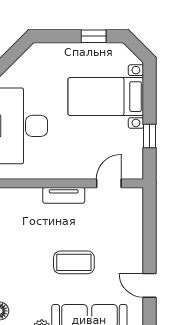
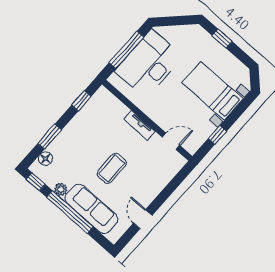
window: (94, 36) -> (222, 39), moved
coffee table: (74, 262) -> (112, 168), turned 90

